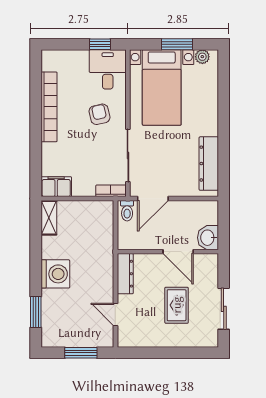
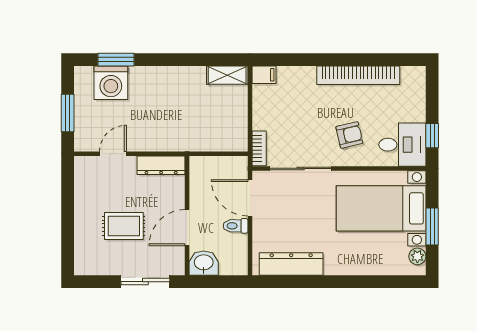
filing cabinet: (56, 187) -> (264, 75), width x0.50
toilet: (127, 211) -> (236, 226), moved
washing machine: (55, 274) -> (111, 83), moved
sliding door: (224, 309) -> (145, 282), moved

